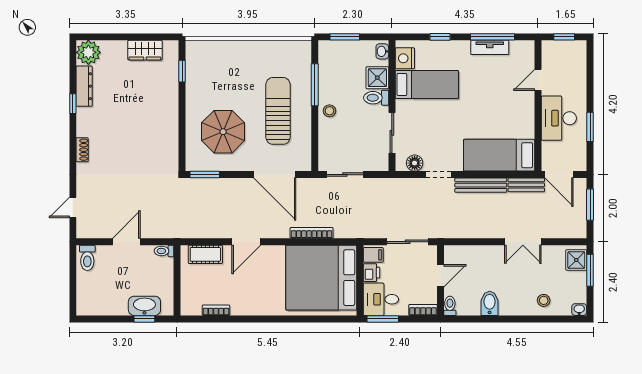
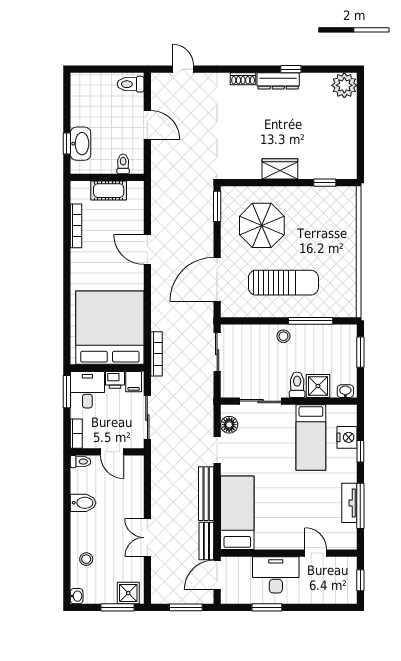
wardrobe: (145, 50) -> (280, 169), moved, turned 90
nightstand: (405, 58) -> (347, 437), moved, turned 90
dresser: (84, 86) -> (278, 81), moved
bookcase: (312, 233) -> (156, 354), moved
toilet: (164, 251) -> (123, 164), moved
cot: (205, 254) -> (109, 191), moved, turned 90
bookcase: (216, 310) -> (76, 226), width x1.56

